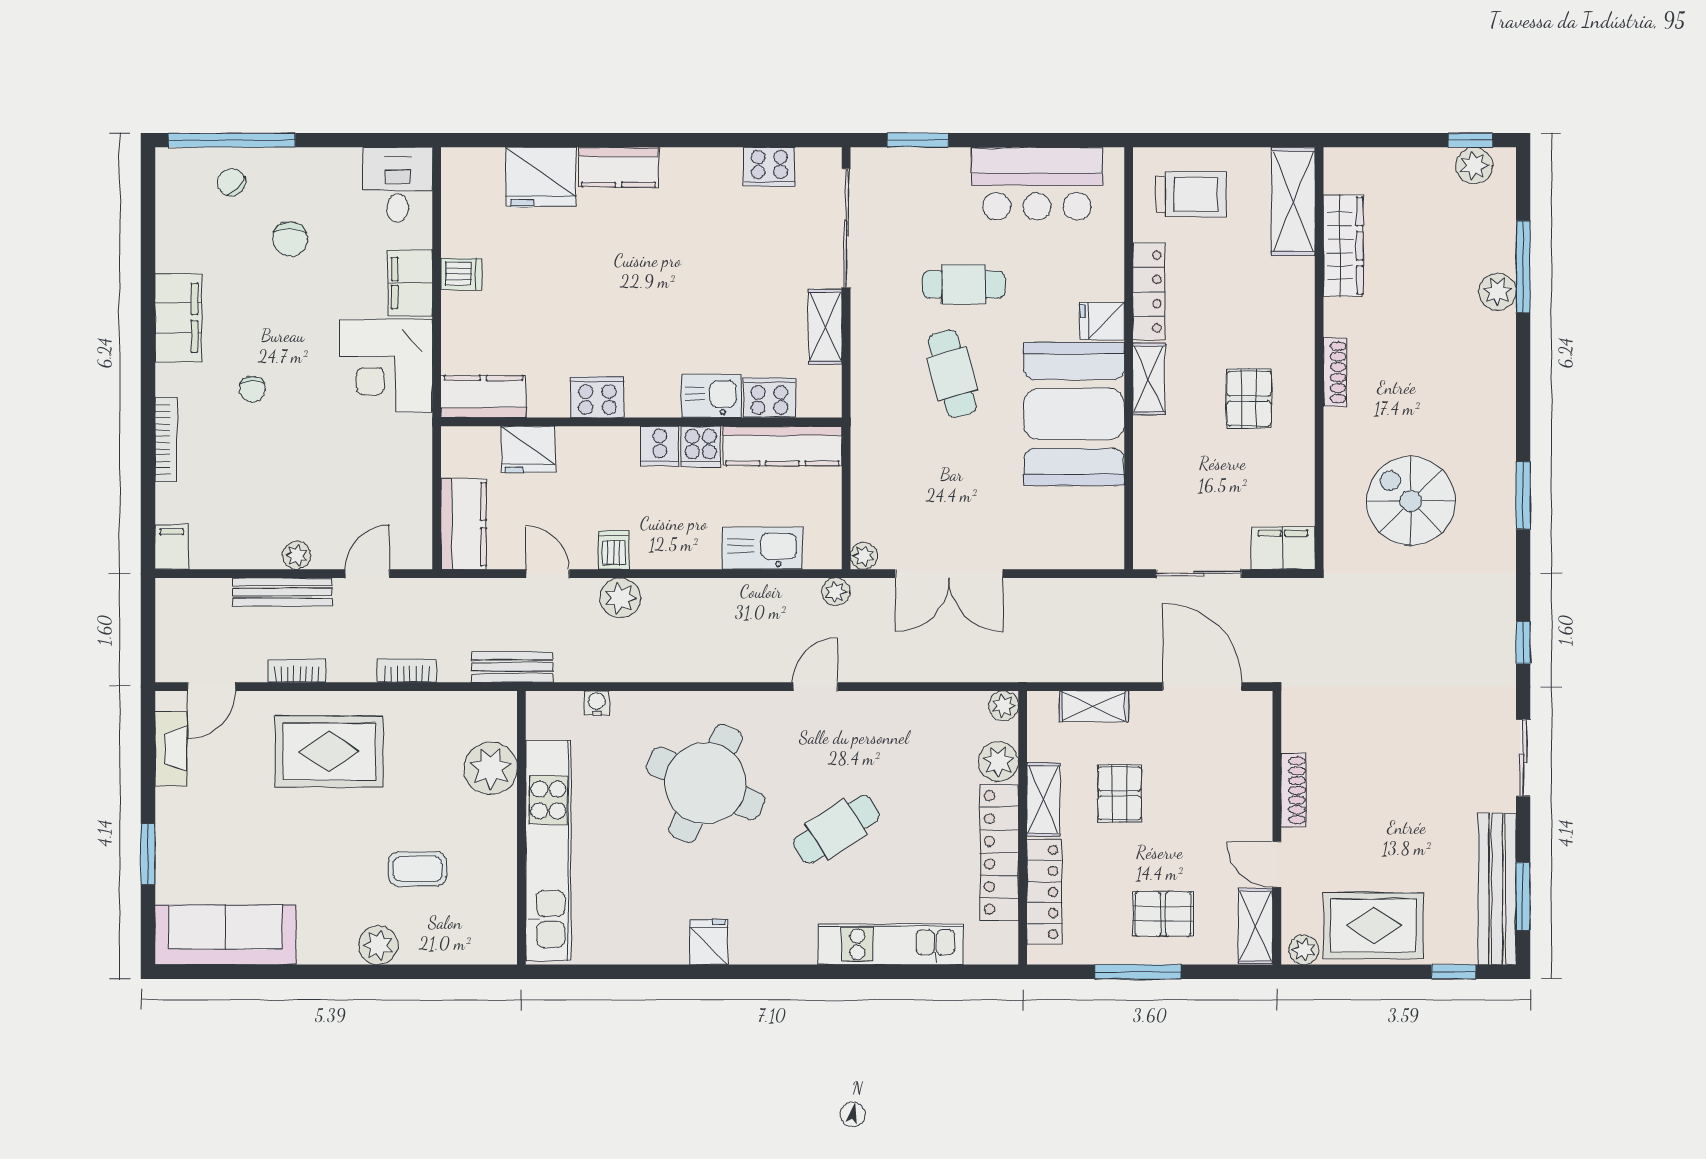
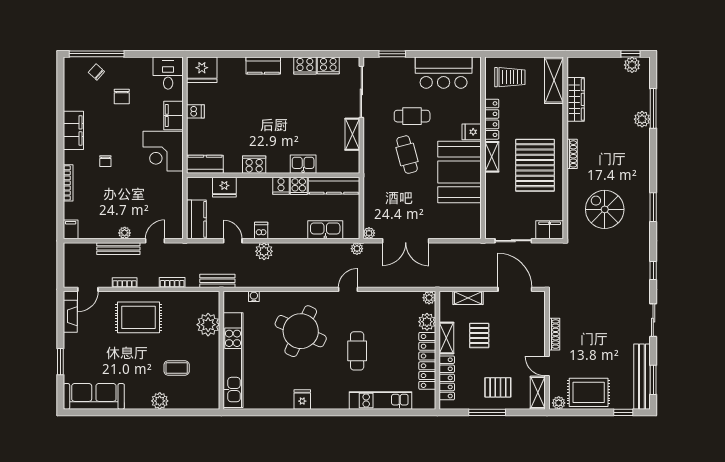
fridge: (541, 177) -> (202, 70), moved
cooker: (769, 398) -> (305, 66), moved, turned 180
pallet: (1249, 398) -> (535, 165), width x2.05, depth x2.00
cafe table: (836, 829) -> (357, 351), turned -57

